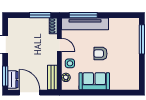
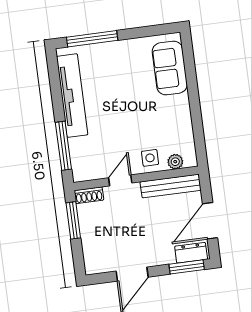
tv unit: (85, 24) -> (72, 96), moved
armchair: (100, 54) -> (126, 107), removed
bench: (52, 77) -> (171, 186), width x1.36
sofa: (94, 81) -> (170, 68), moved

